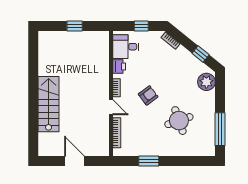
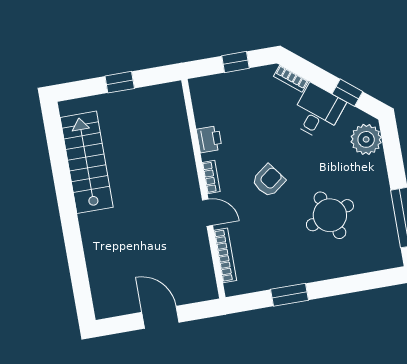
desk: (126, 47) -> (317, 112), moved, turned 129
stairs: (49, 104) -> (87, 162), moved

